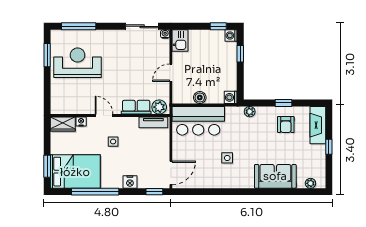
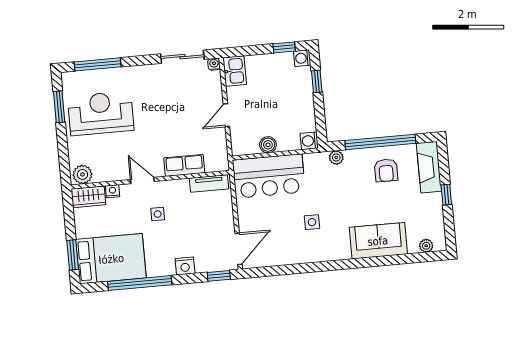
window: (283, 103) -> (380, 142), width x3.17
plant: (159, 107) -> (82, 174), moved

